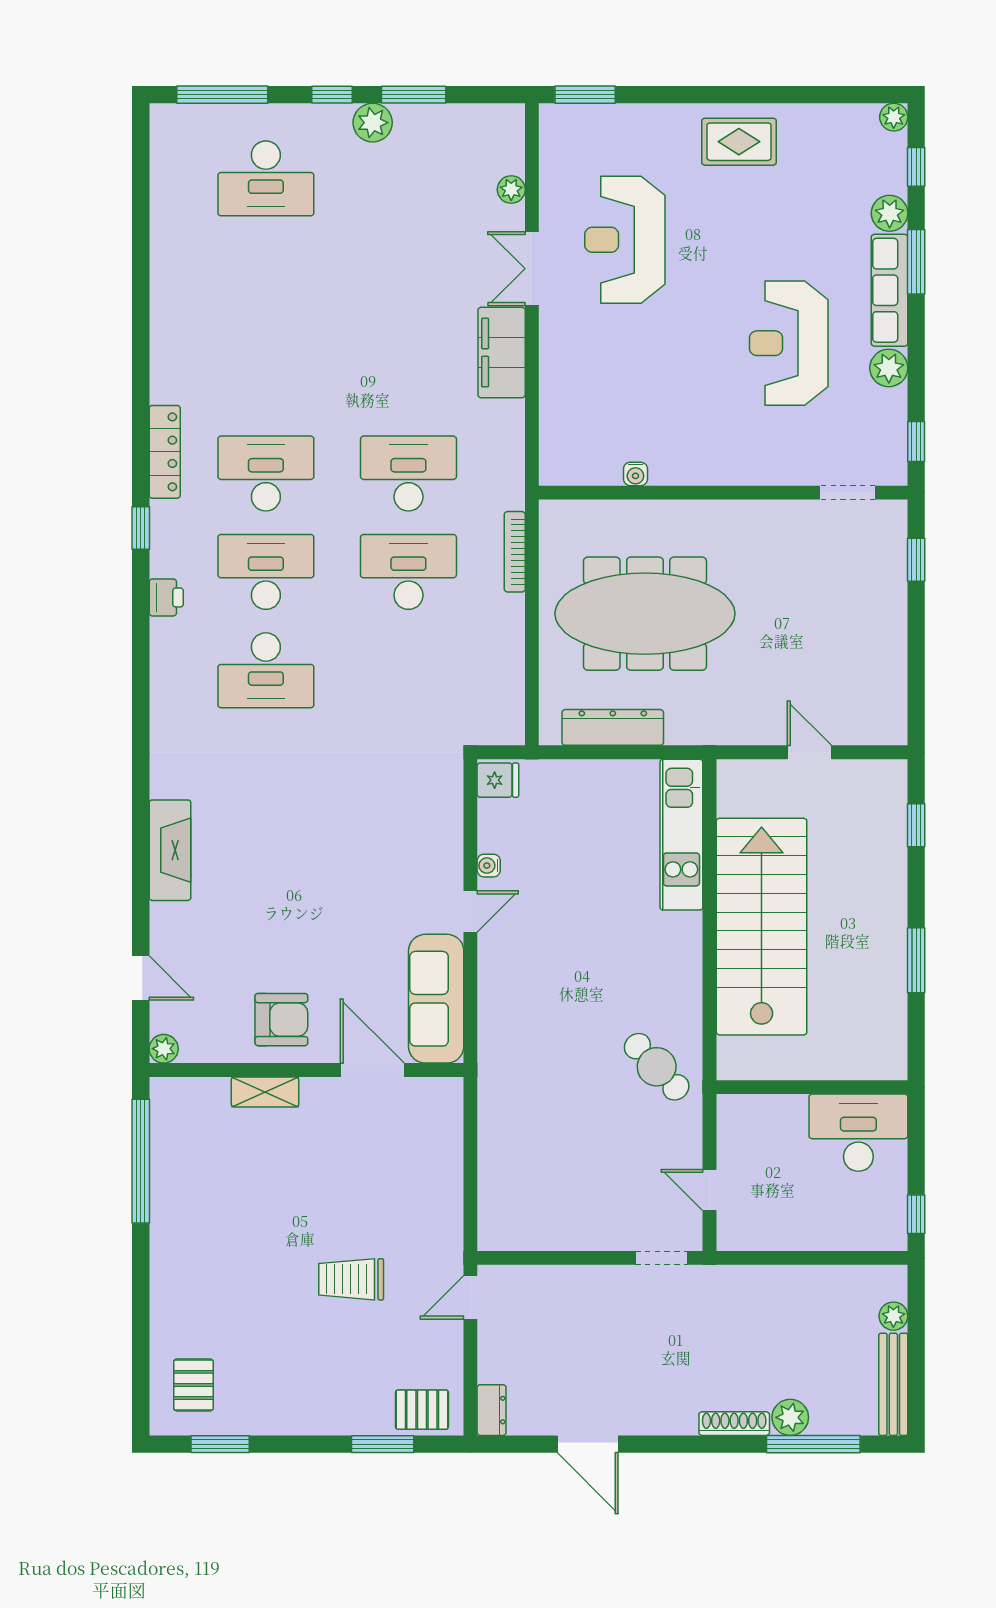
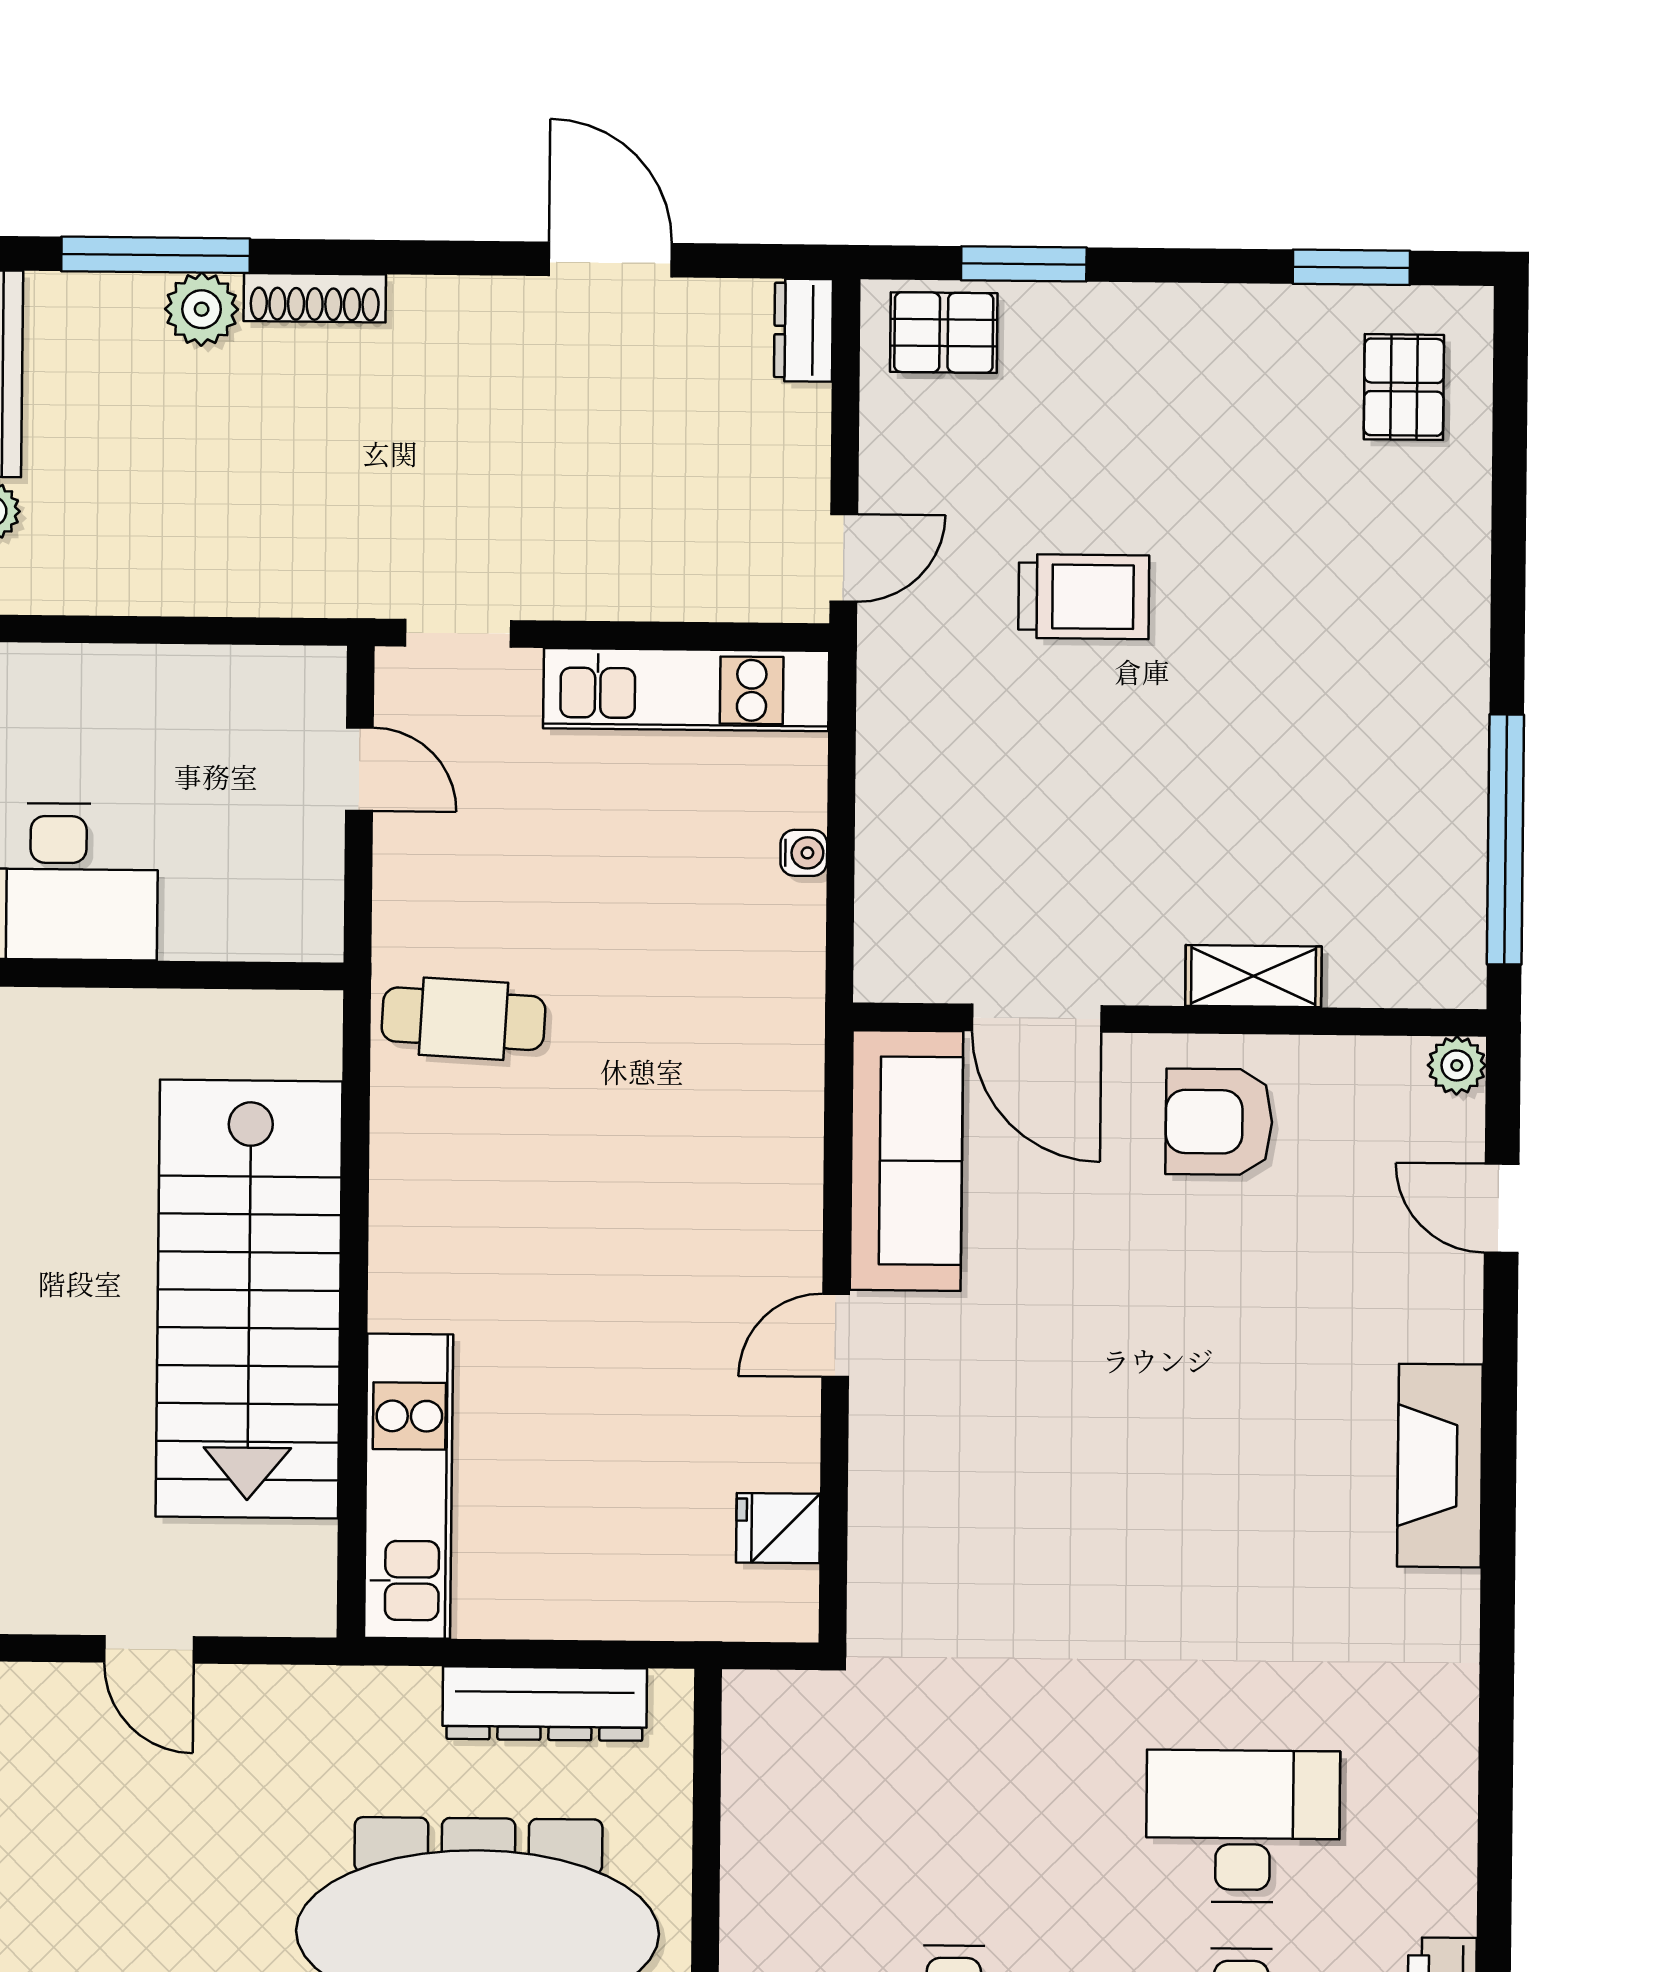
fridge: (498, 780) -> (778, 1528), moved
water cooler: (489, 866) -> (804, 853), moved
cafe table: (657, 1067) -> (463, 1019), turned -44
kitchen unit: (548, 1231) -> (686, 690), added

